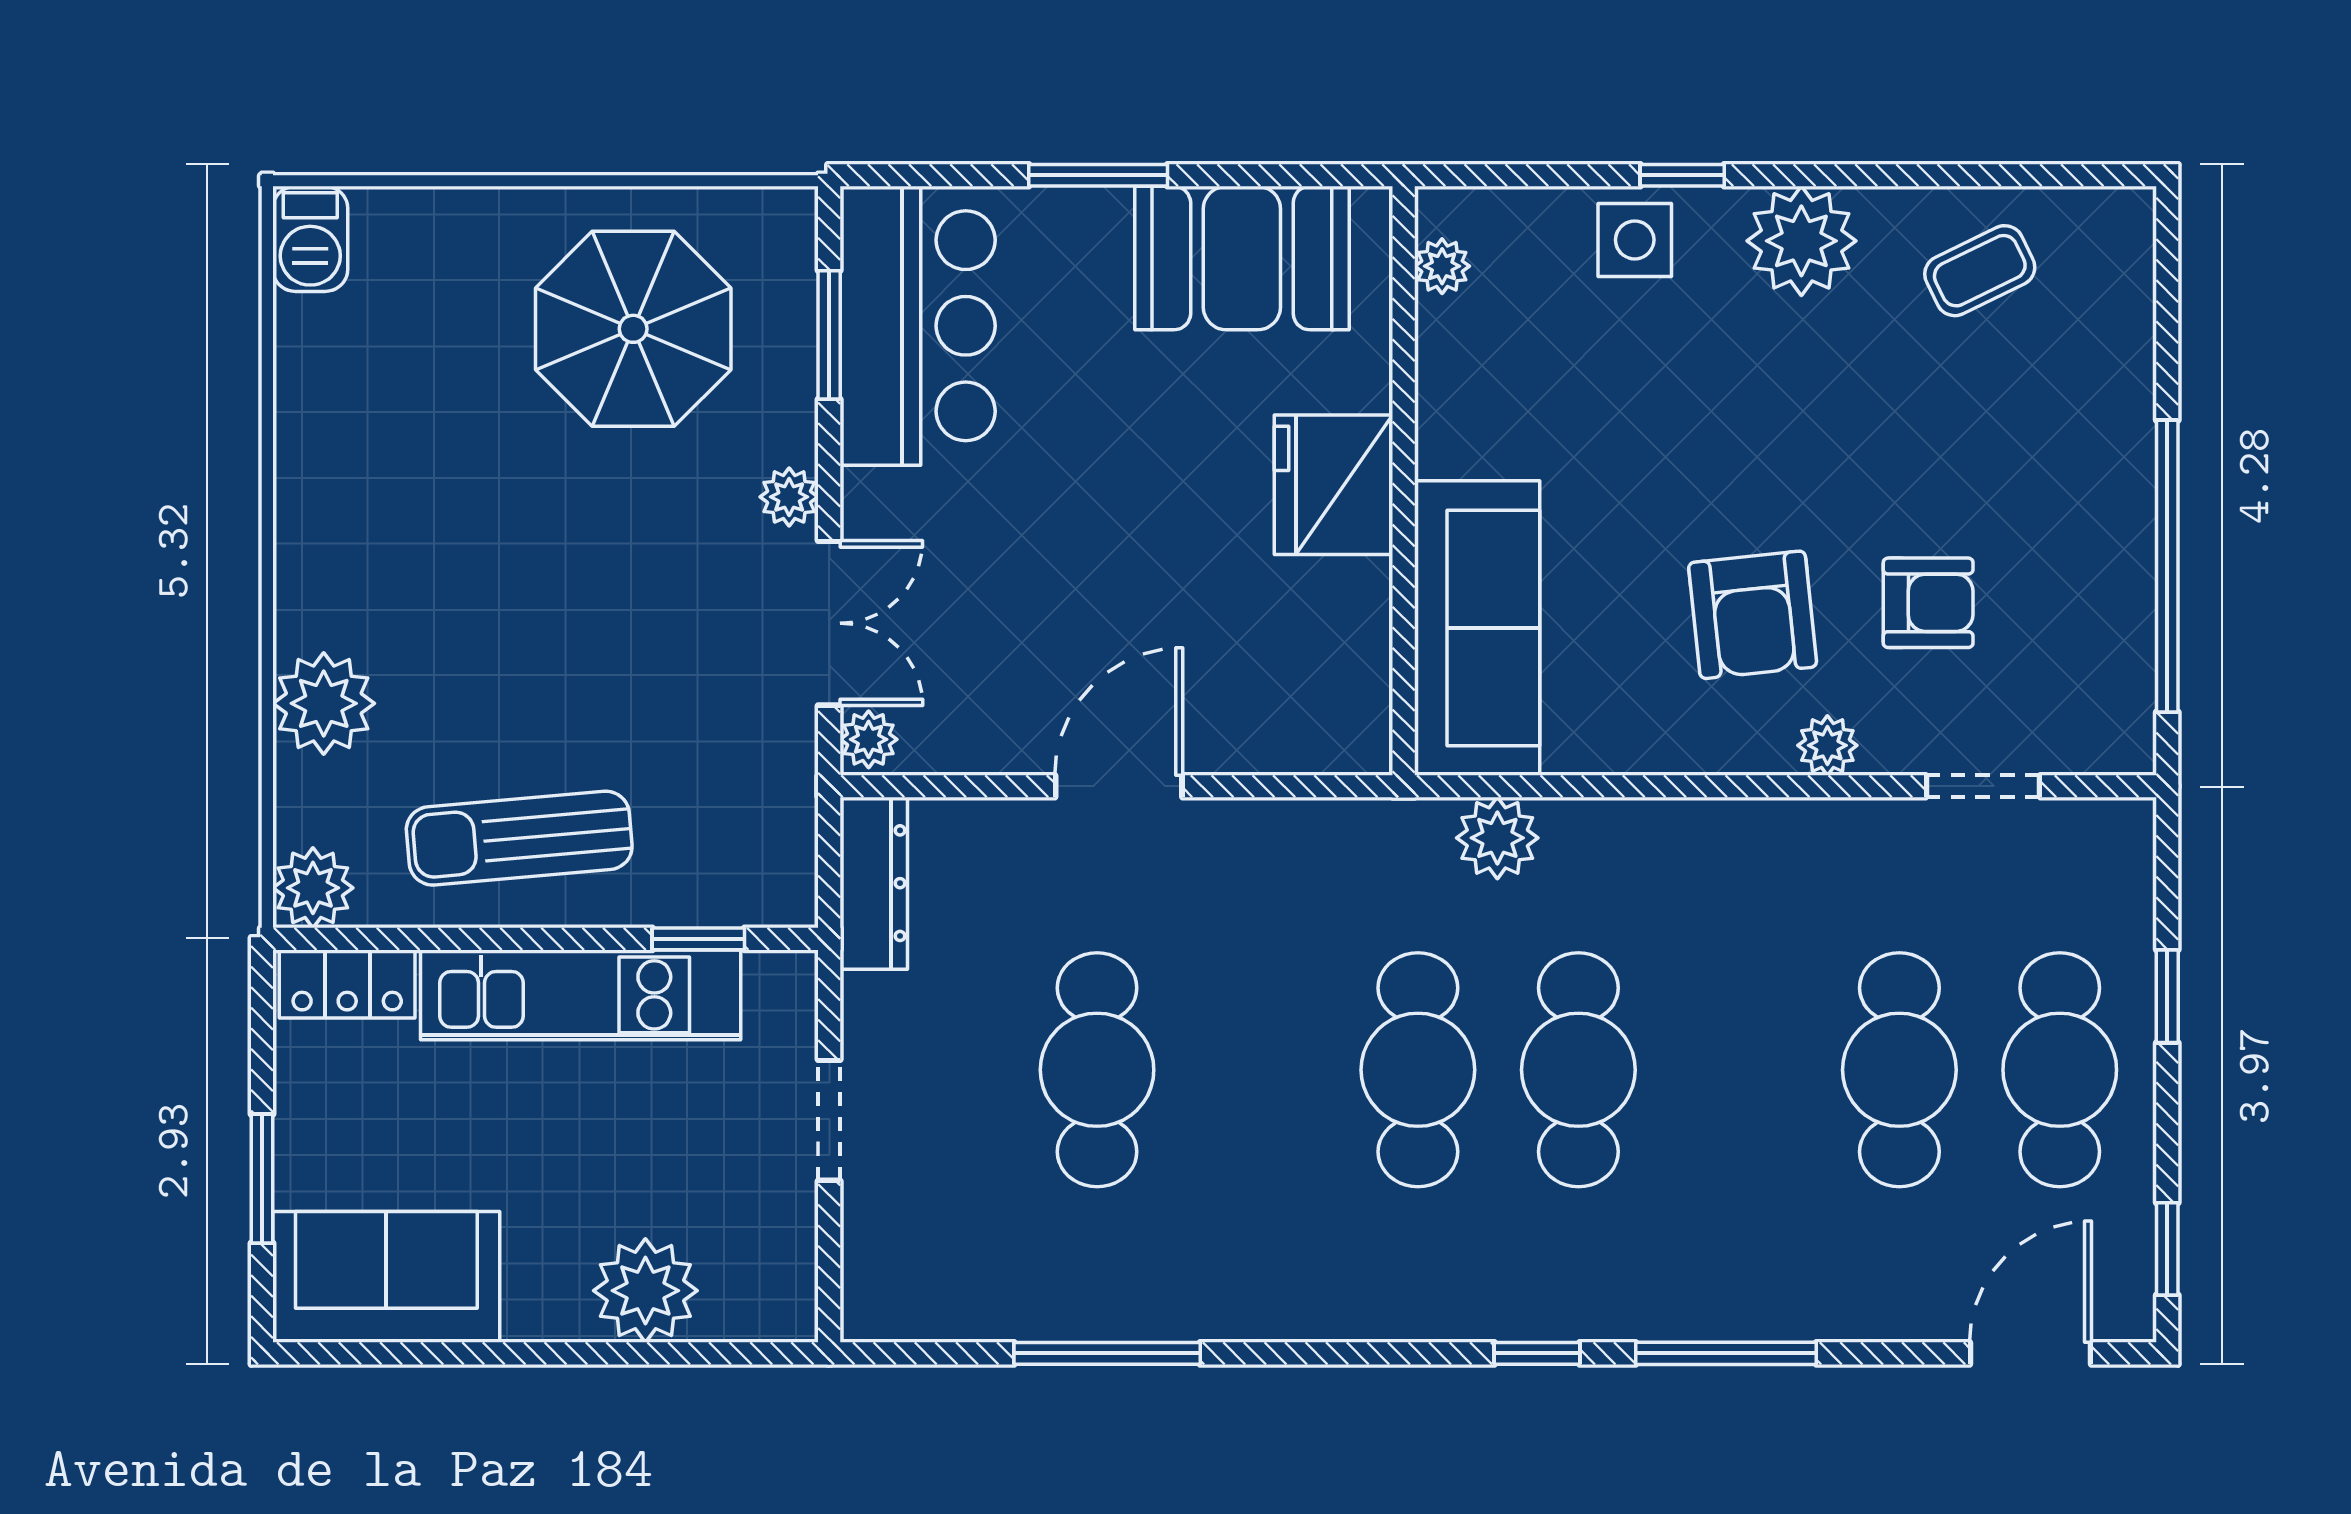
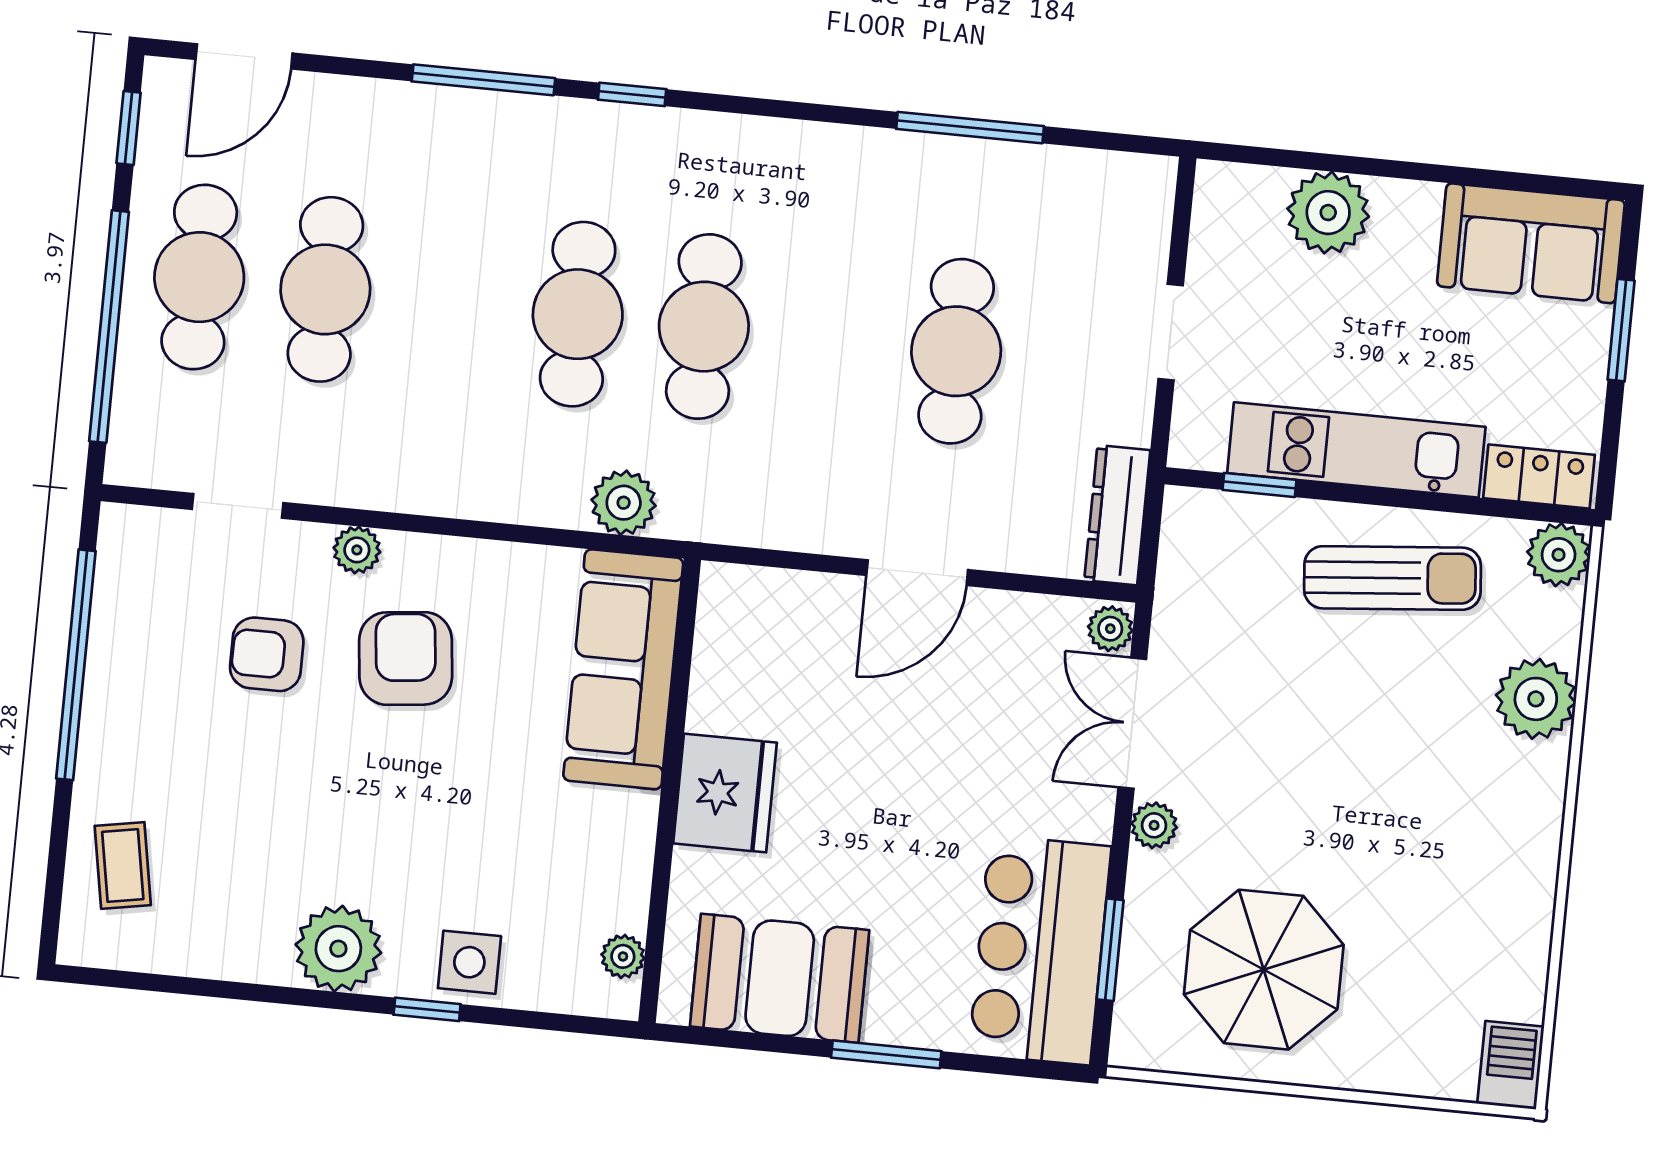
coffee table: (1980, 271) -> (123, 865), moved, turned -74
window: (2167, 996) -> (109, 327), width x3.17

